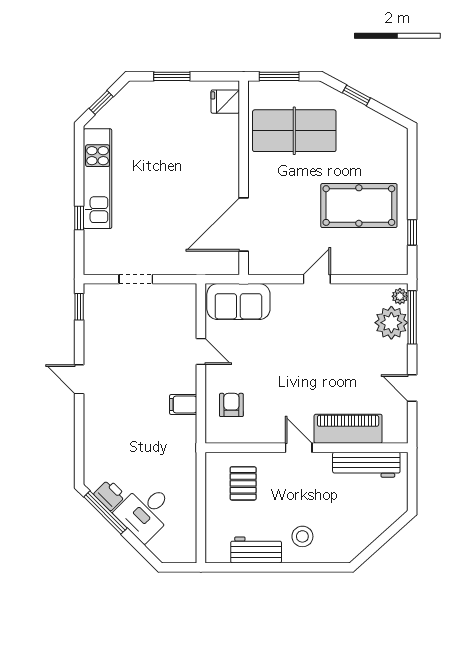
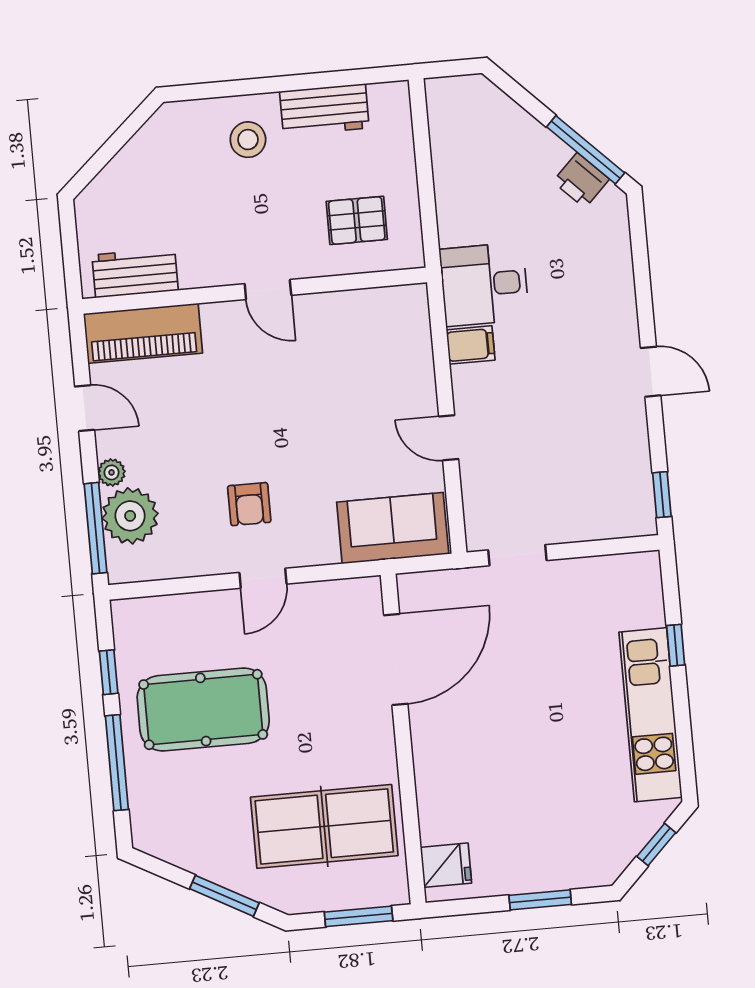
window: (356, 95) -> (224, 896), width x1.50
window: (412, 179) -> (117, 763), added
doorway: (136, 279) -> (517, 555), moved
plant: (400, 296) -> (112, 472), moved
armchair: (231, 405) -> (249, 504), moved
piano: (348, 429) -> (143, 333), moved
workbench: (366, 465) -> (135, 273), width x0.73
pallet: (243, 483) -> (357, 220), turned 90
desk: (145, 512) -> (484, 284), moved, turned -135

